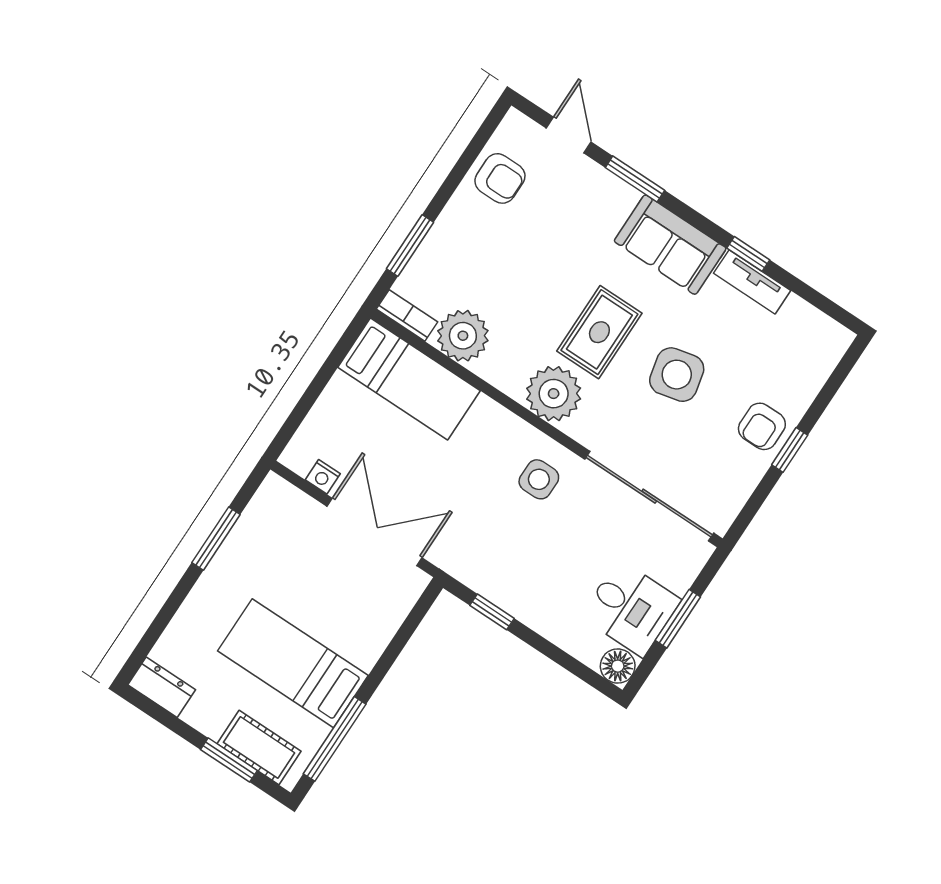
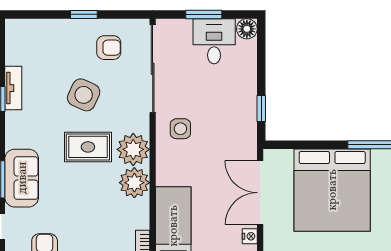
sofa: (670, 245) -> (22, 178), moved
plant: (463, 336) -> (134, 183), moved
side table: (677, 375) -> (84, 95), turned 38
armchair: (762, 426) -> (109, 48), moved
bed: (293, 663) -> (332, 190), width x2.04

